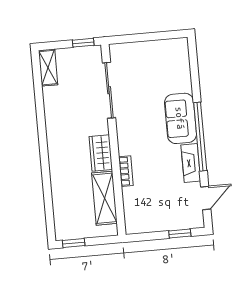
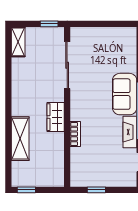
shelving: (104, 198) -> (20, 139), moved
window: (180, 234) -> (96, 190), moved

